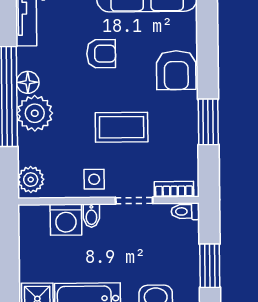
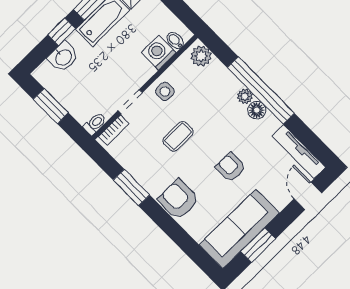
armchair: (101, 54) -> (231, 167), turned 90
plant: (35, 113) -> (245, 96), width x0.53, depth x0.53
coffee table: (122, 127) -> (178, 136), width x0.73, depth x0.77
bidet: (91, 216) -> (175, 40), moved

